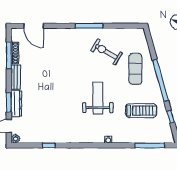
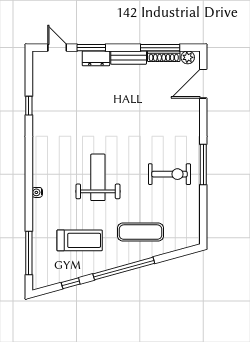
exercise bike: (106, 52) -> (170, 174), moved, turned 60
weight bench: (98, 98) -> (98, 177), turned -90
dresser: (16, 103) -> (96, 58), width x0.70
treadmill: (141, 111) -> (80, 240), turned -90
plant: (16, 139) -> (188, 57), moved

